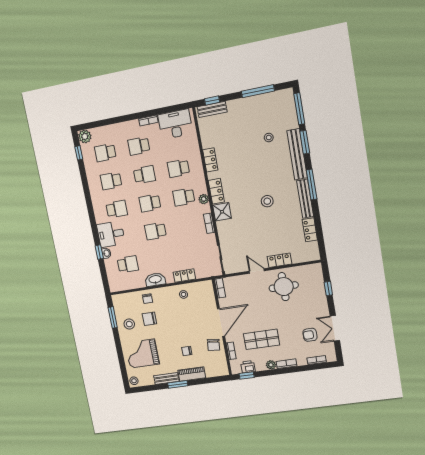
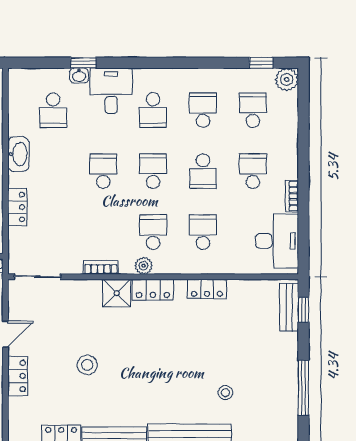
stool: (267, 201) -> (87, 365), moved

